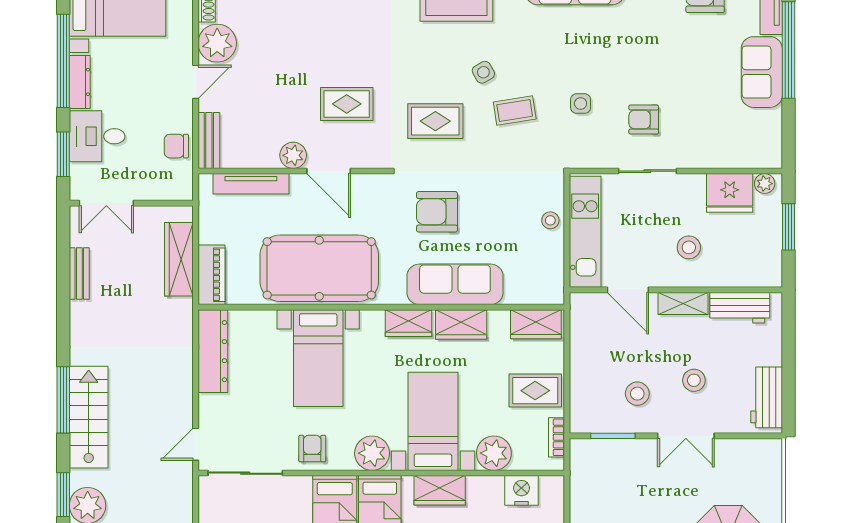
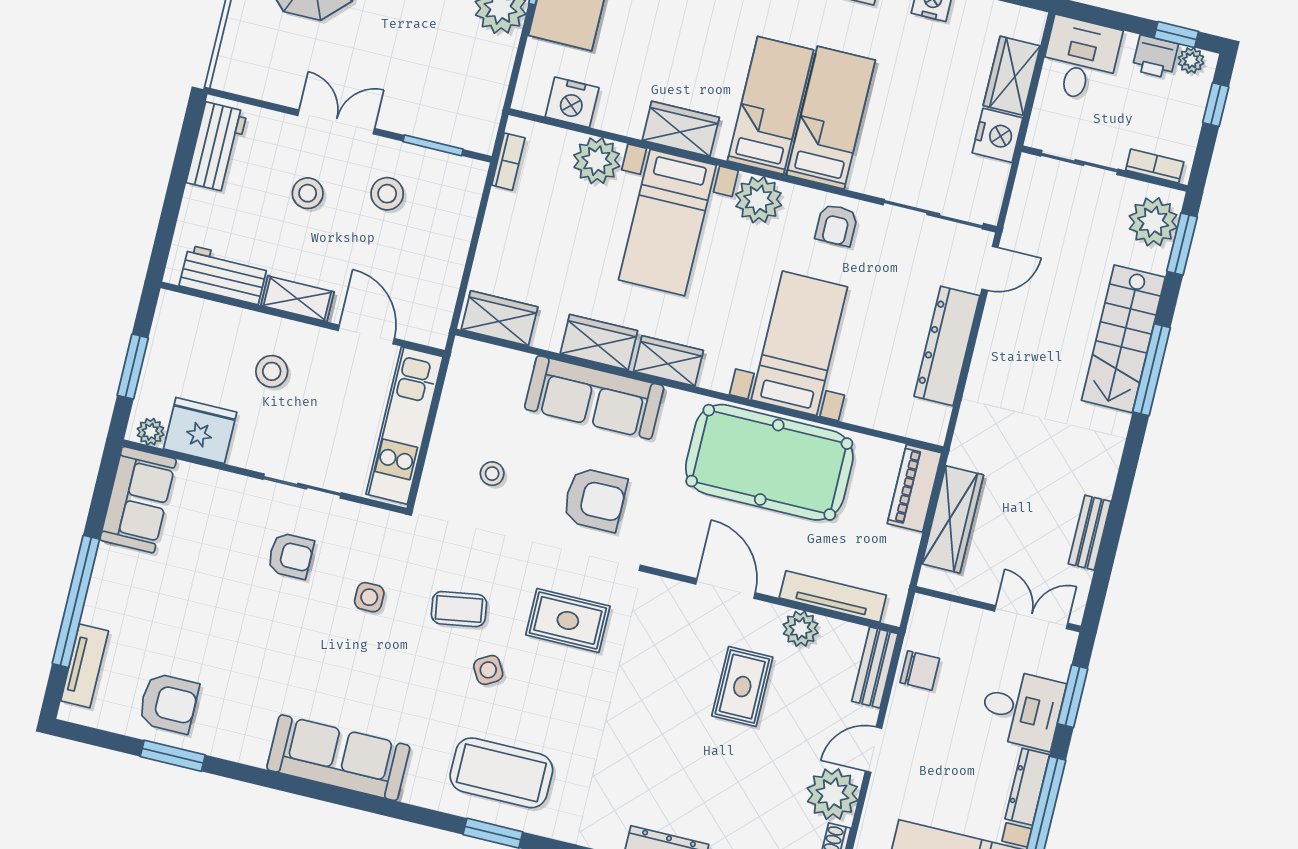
sofa: (762, 72) -> (138, 500), moved
rug: (347, 104) -> (742, 687), moved, turned 90
plant: (293, 155) -> (801, 629), moved
stool: (550, 220) -> (492, 474), moved
dresser: (213, 351) -> (947, 346), moved
rug: (535, 391) -> (522, 231), removed

